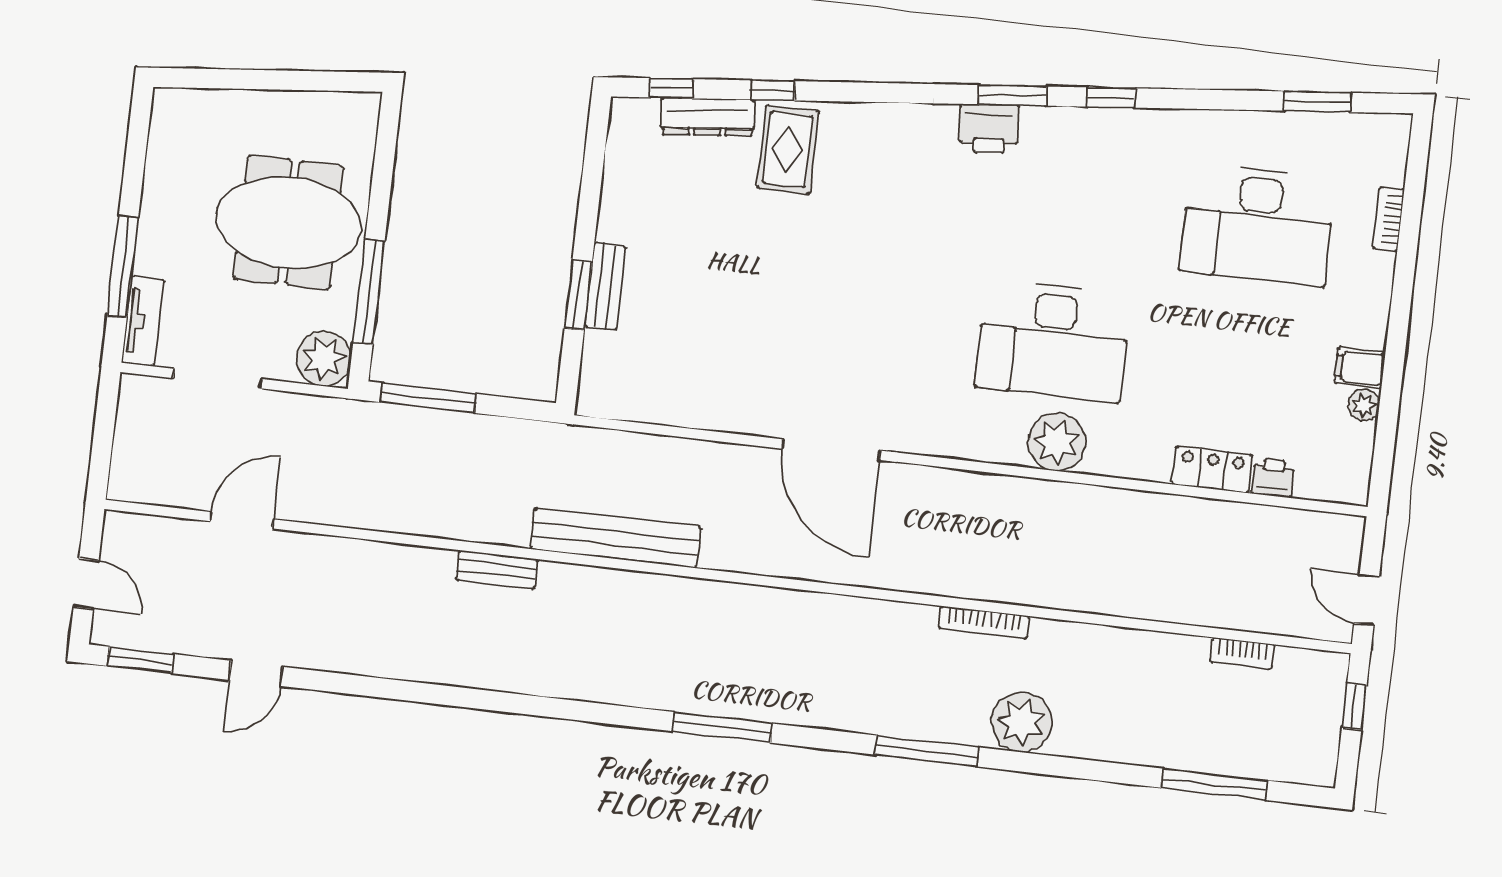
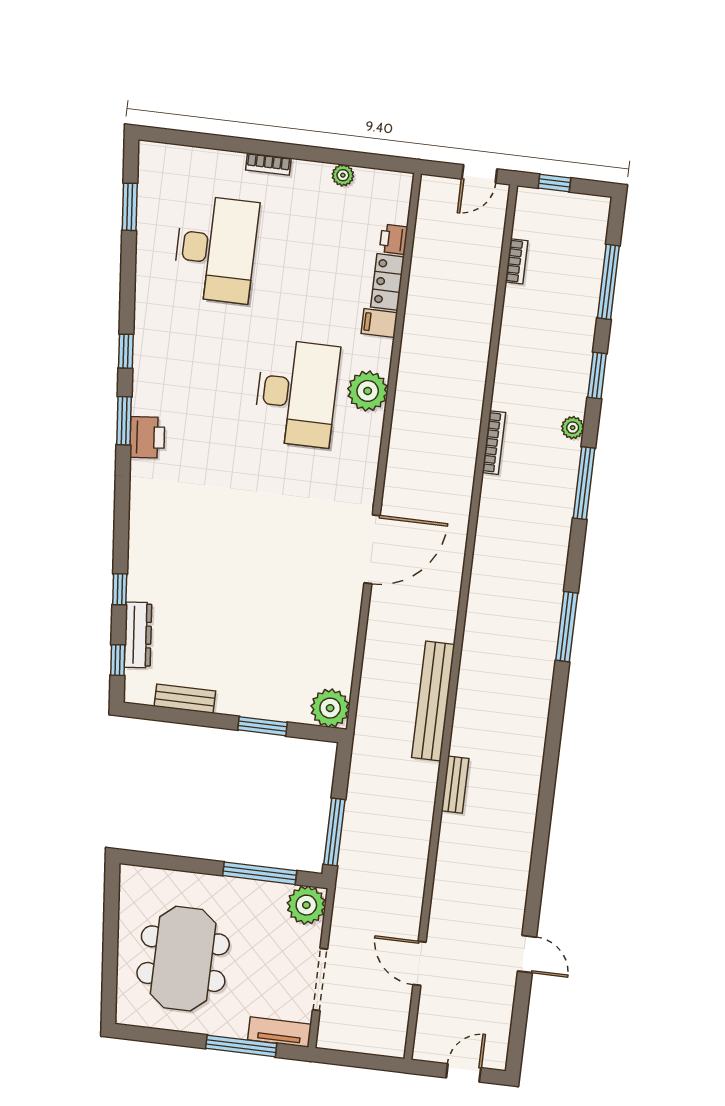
rug: (788, 150) -> (161, 578), removed
bookcase: (1388, 219) -> (268, 164), moved
meeting table: (289, 222) -> (183, 959), moved
bench: (605, 287) -> (185, 699), moved
filing cabinet: (1360, 368) -> (379, 323), moved, turned 90
plant: (605, 391) -> (330, 708), added
window: (140, 660) -> (597, 376), moved
plant: (1021, 722) -> (573, 428), width x0.53, depth x0.53

